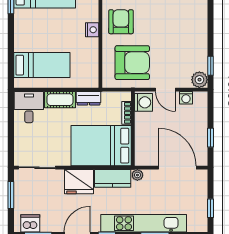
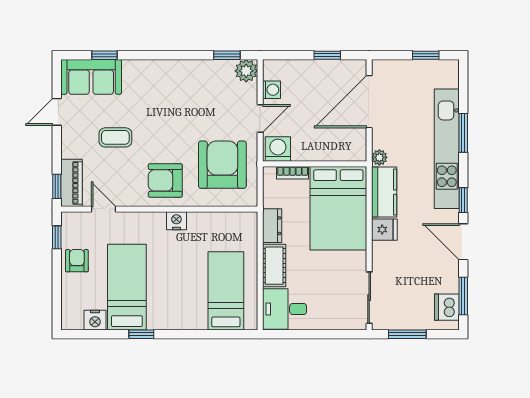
fridge: (79, 182) -> (384, 230), width x0.53, depth x0.75

